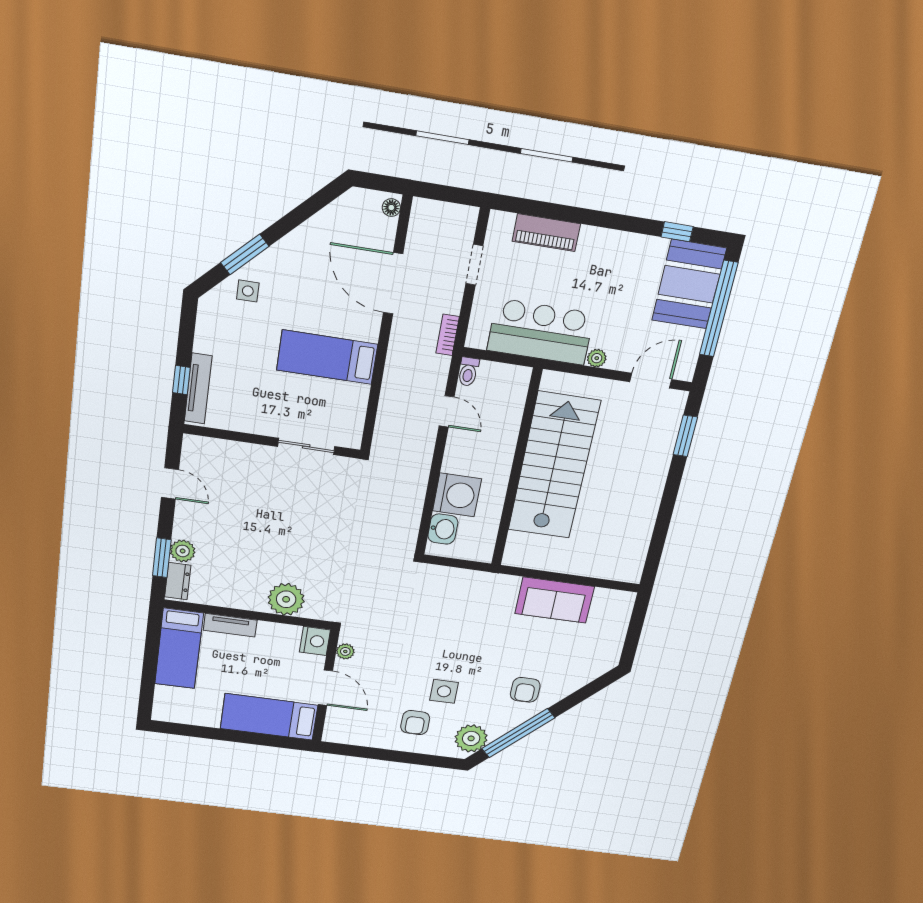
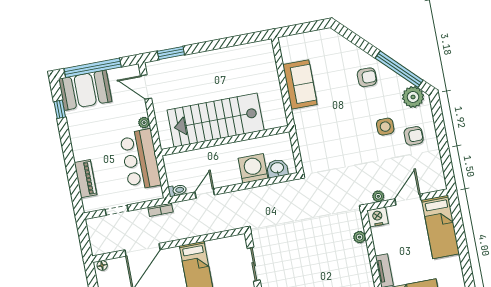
plant: (286, 599) -> (360, 237), width x0.53, depth x0.53

